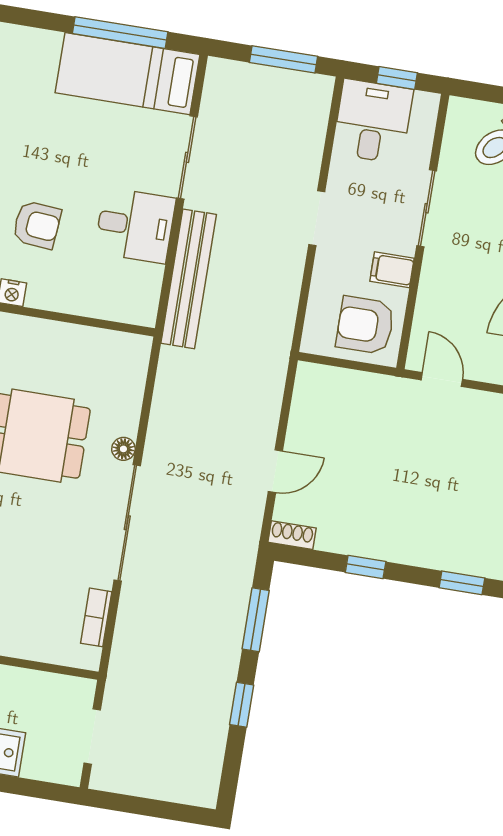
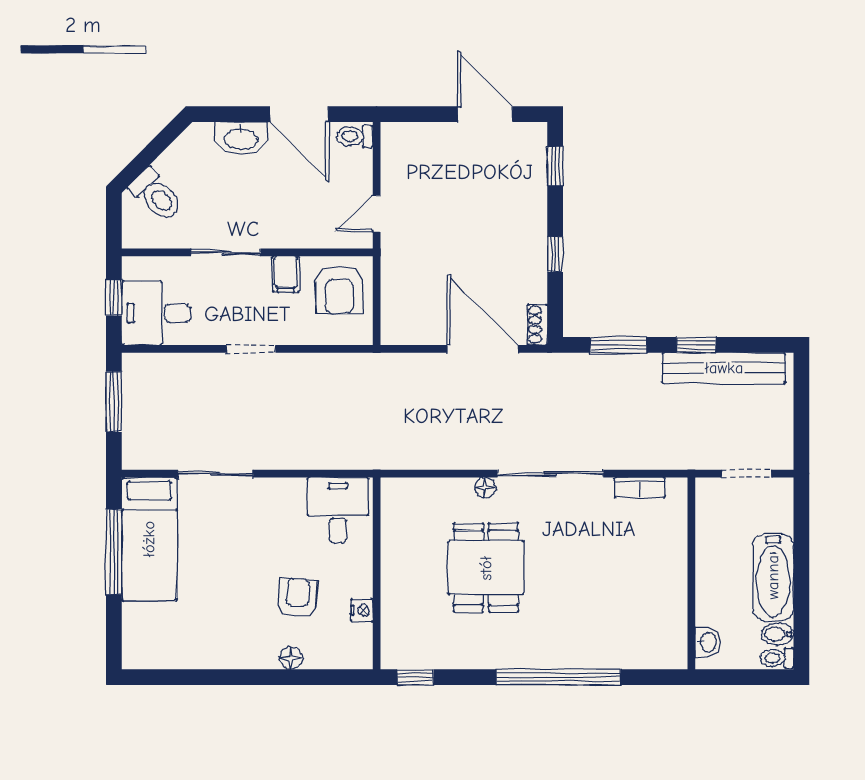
desk: (135, 225) -> (338, 510), moved
bench: (189, 279) -> (724, 368), moved
door: (275, 471) -> (483, 349), width x1.88

